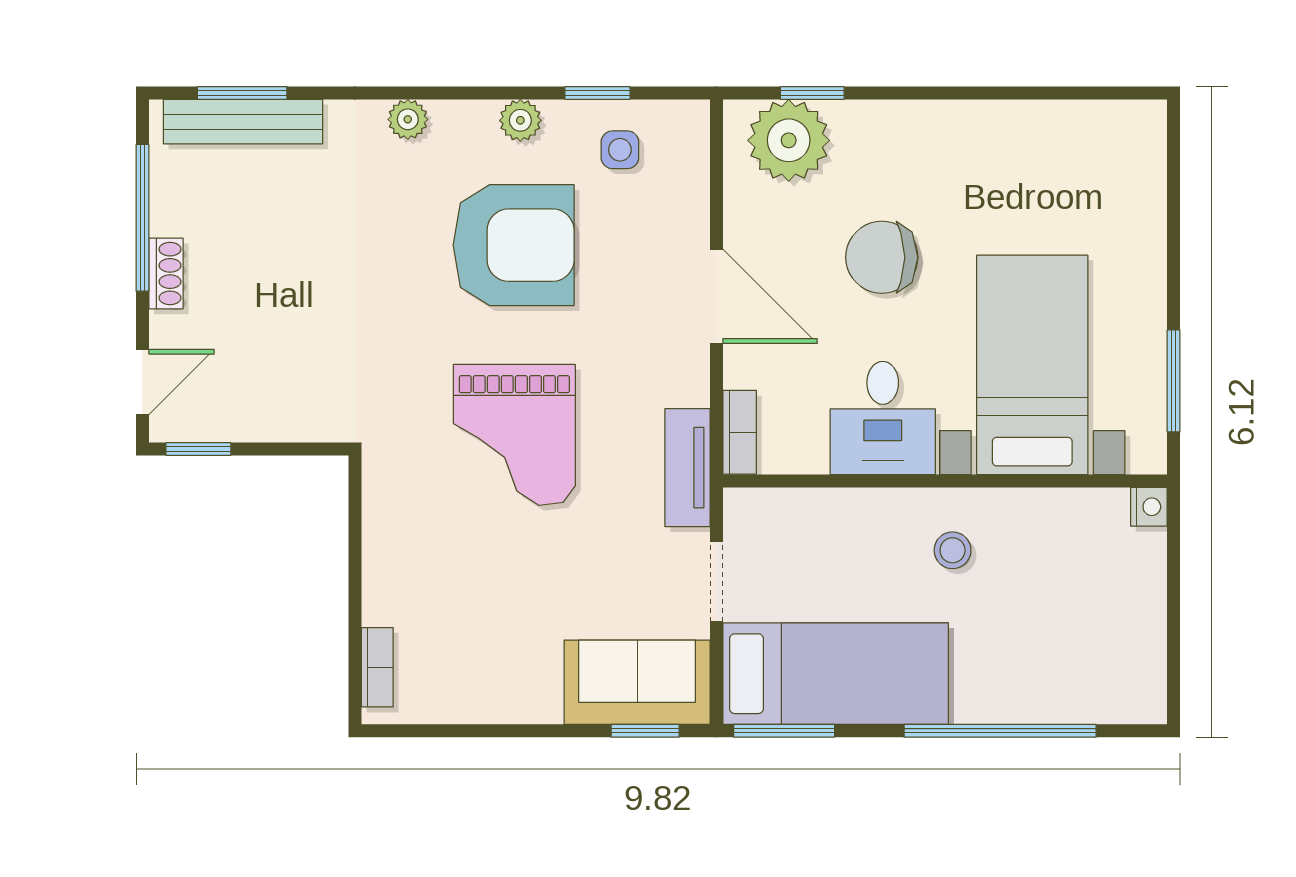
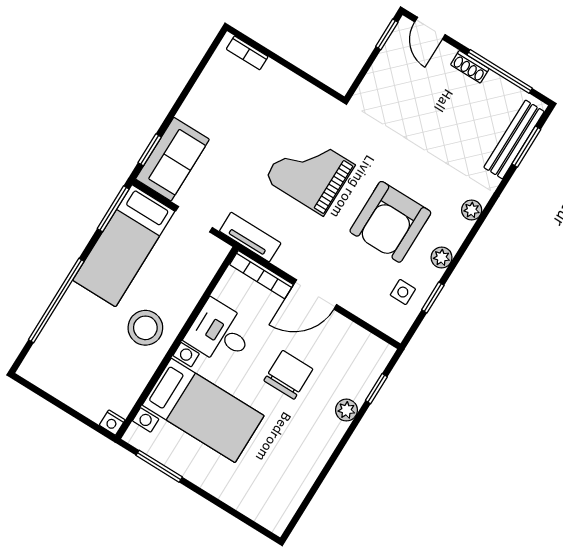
plant: (789, 140) -> (346, 410), moved, width x0.53, depth x0.53
bookcase: (740, 432) -> (261, 275), width x1.56
stool: (953, 550) -> (145, 328), width x1.89, depth x1.89

